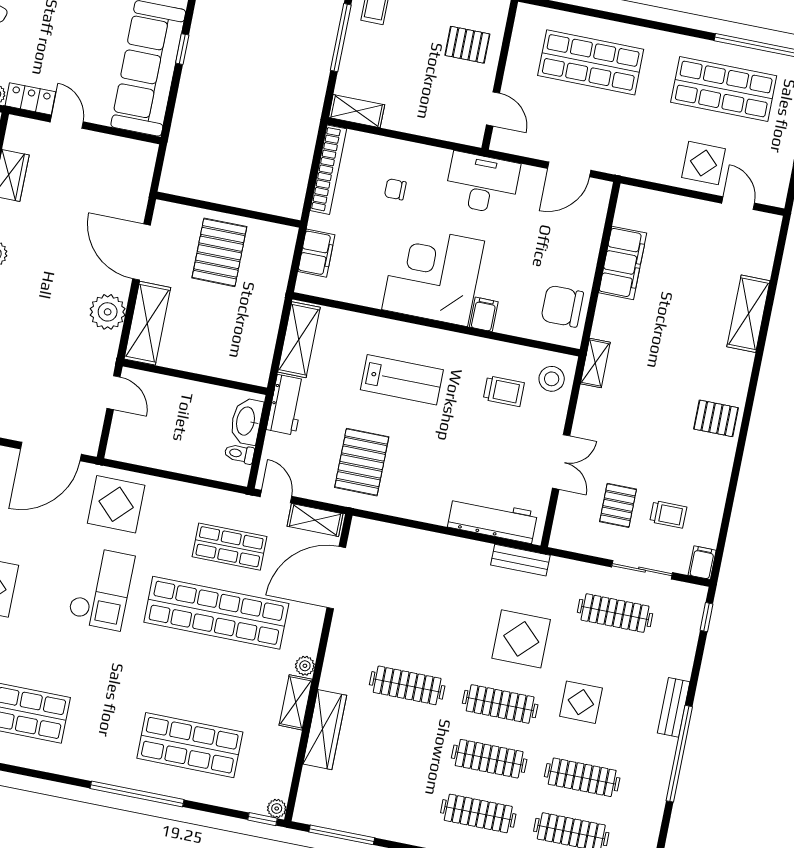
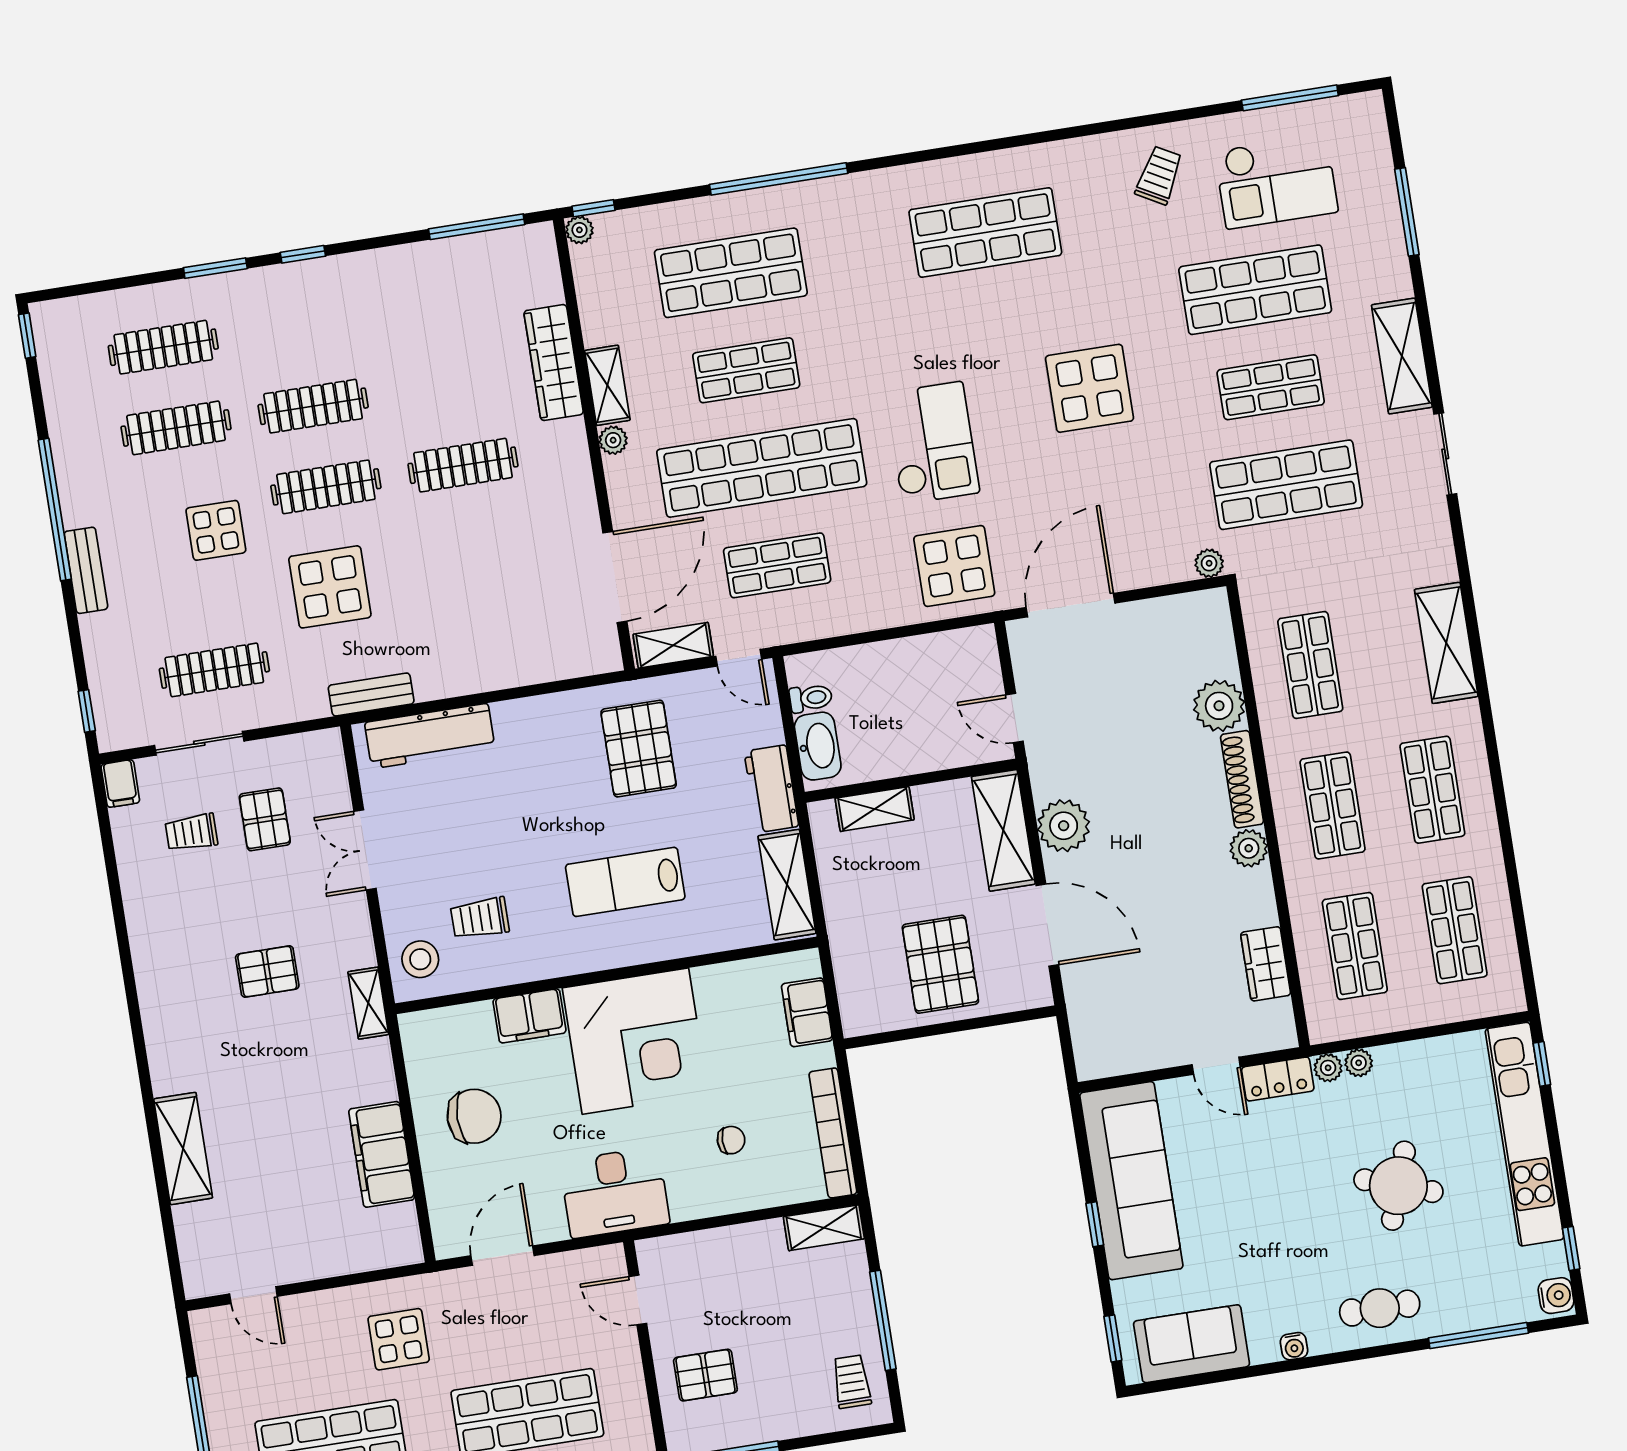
display table: (703, 163) -> (399, 1339), moved
chair: (562, 306) -> (474, 1116), moved
filing cabinet: (484, 314) -> (529, 1016), width x2.00
shelving: (225, 367) -> (875, 809), added
pallet: (716, 418) -> (267, 972), moved
checkout: (101, 588) -> (932, 443), turned 180
shop shelf: (203, 679) -> (746, 370), added
clothes rail: (478, 813) -> (300, 326), removed

